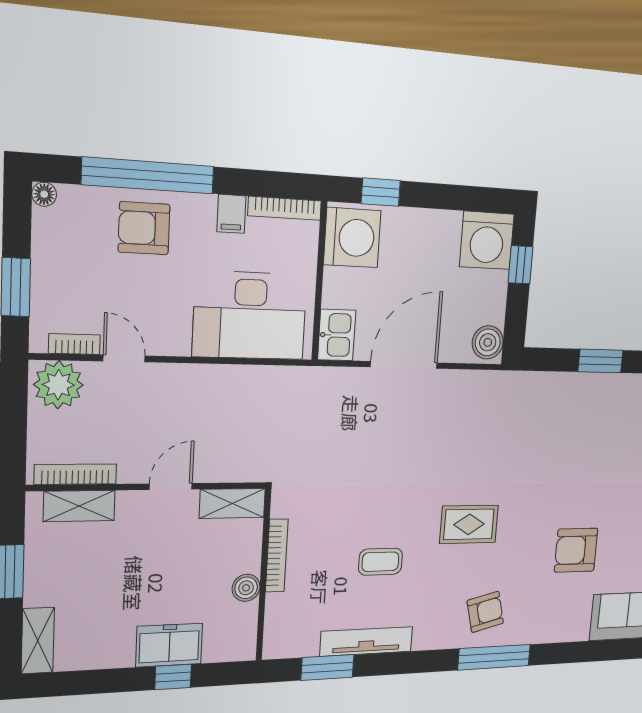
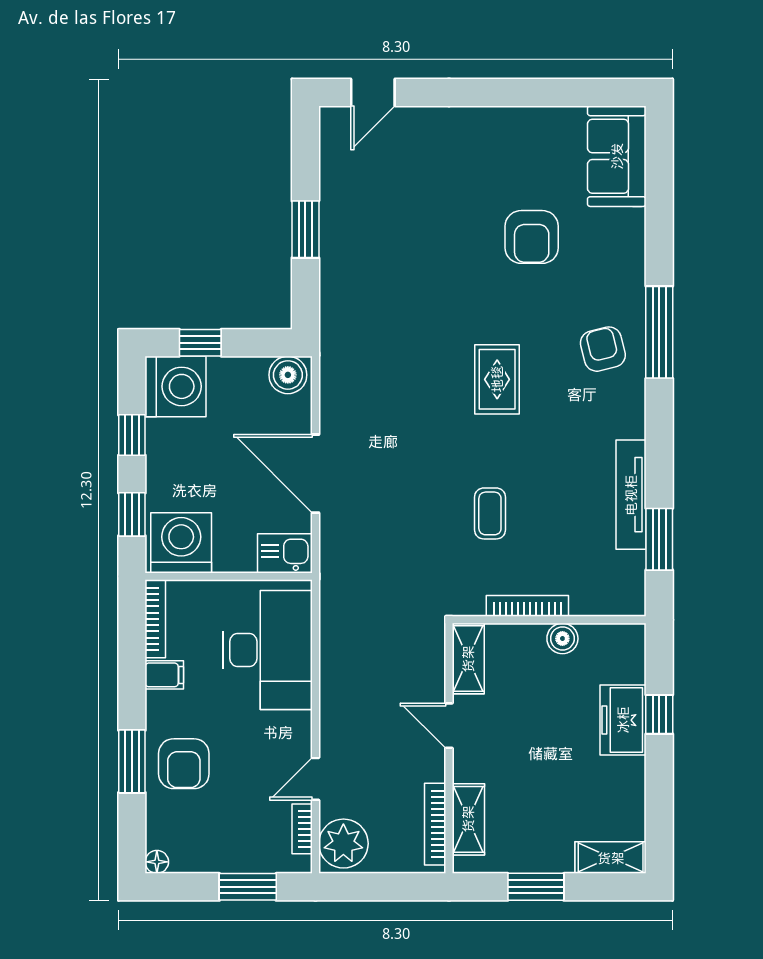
window: (148, 175) -> (132, 761), width x0.47
window: (449, 197) -> (132, 435), added
coffee table: (380, 562) -> (490, 513), moved

